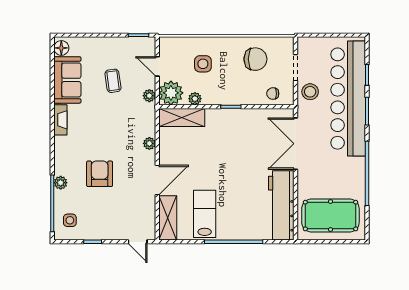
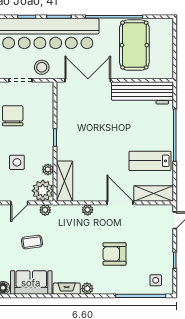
chair: (273, 94) -> (43, 100), removed
double door: (296, 144) -> (88, 80), swing flipped
plant: (61, 183) -> (87, 289), moved
pool table: (330, 216) -> (134, 45), moved

